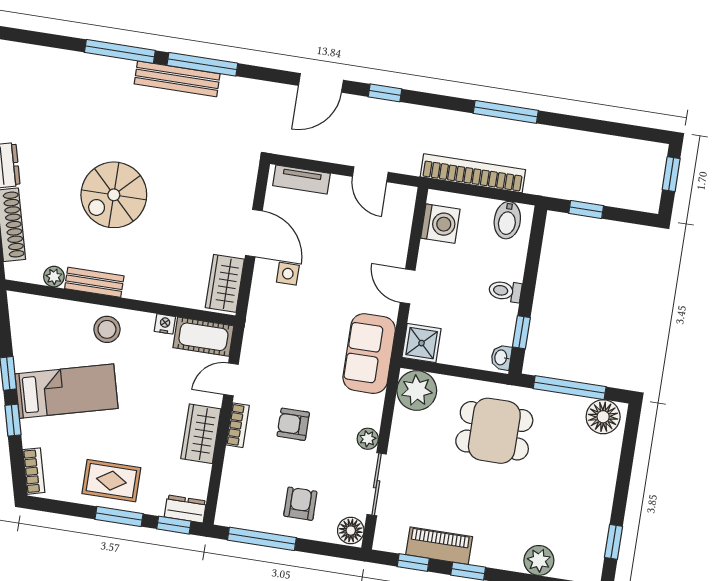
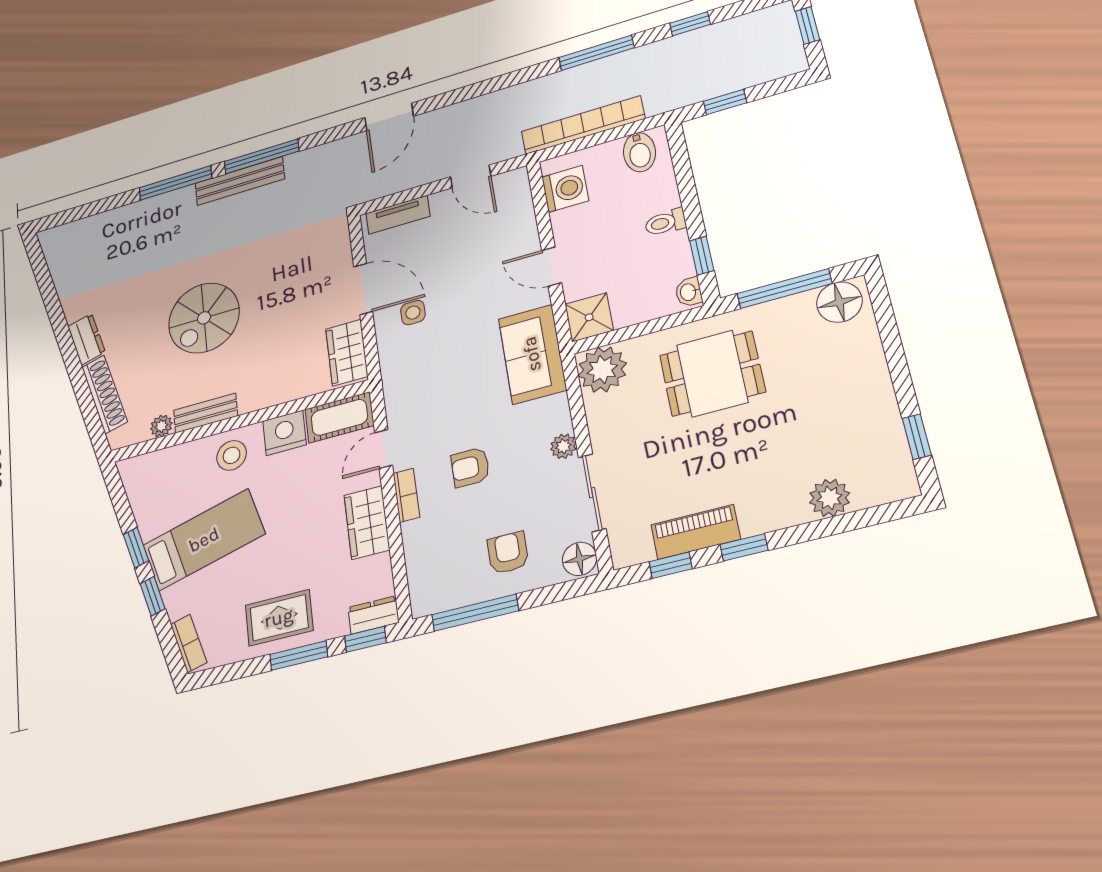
window: (385, 93) -> (690, 24), moved
nightstand: (165, 324) -> (285, 433), width x1.89, depth x1.79

